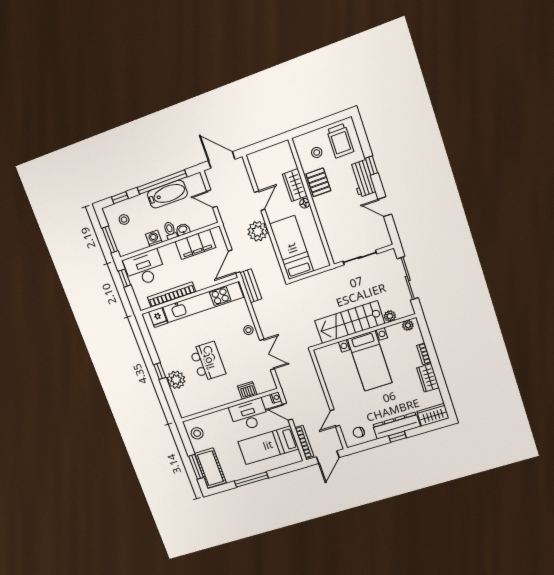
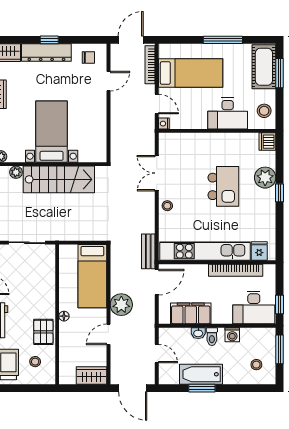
window: (162, 182) -> (202, 388), width x0.47
wardrobe: (295, 185) -> (91, 376), moved, turned -90
window: (120, 198) -> (252, 388), removed
kitchen island: (208, 361) -> (223, 186), turned 180
dishwasher: (247, 390) -> (267, 142), moved, turned 90
desk: (249, 415) -> (228, 114), moved

